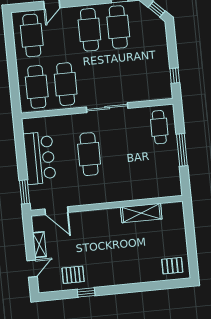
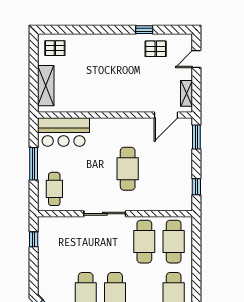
window: (20, 143) -> (196, 187), added
bar counter: (39, 158) -> (64, 132), moved, turned -90
door: (56, 211) -> (166, 115), swing flipped
shelving: (141, 213) -> (46, 86), moved, turned 90
shelving: (39, 245) -> (186, 93), moved

